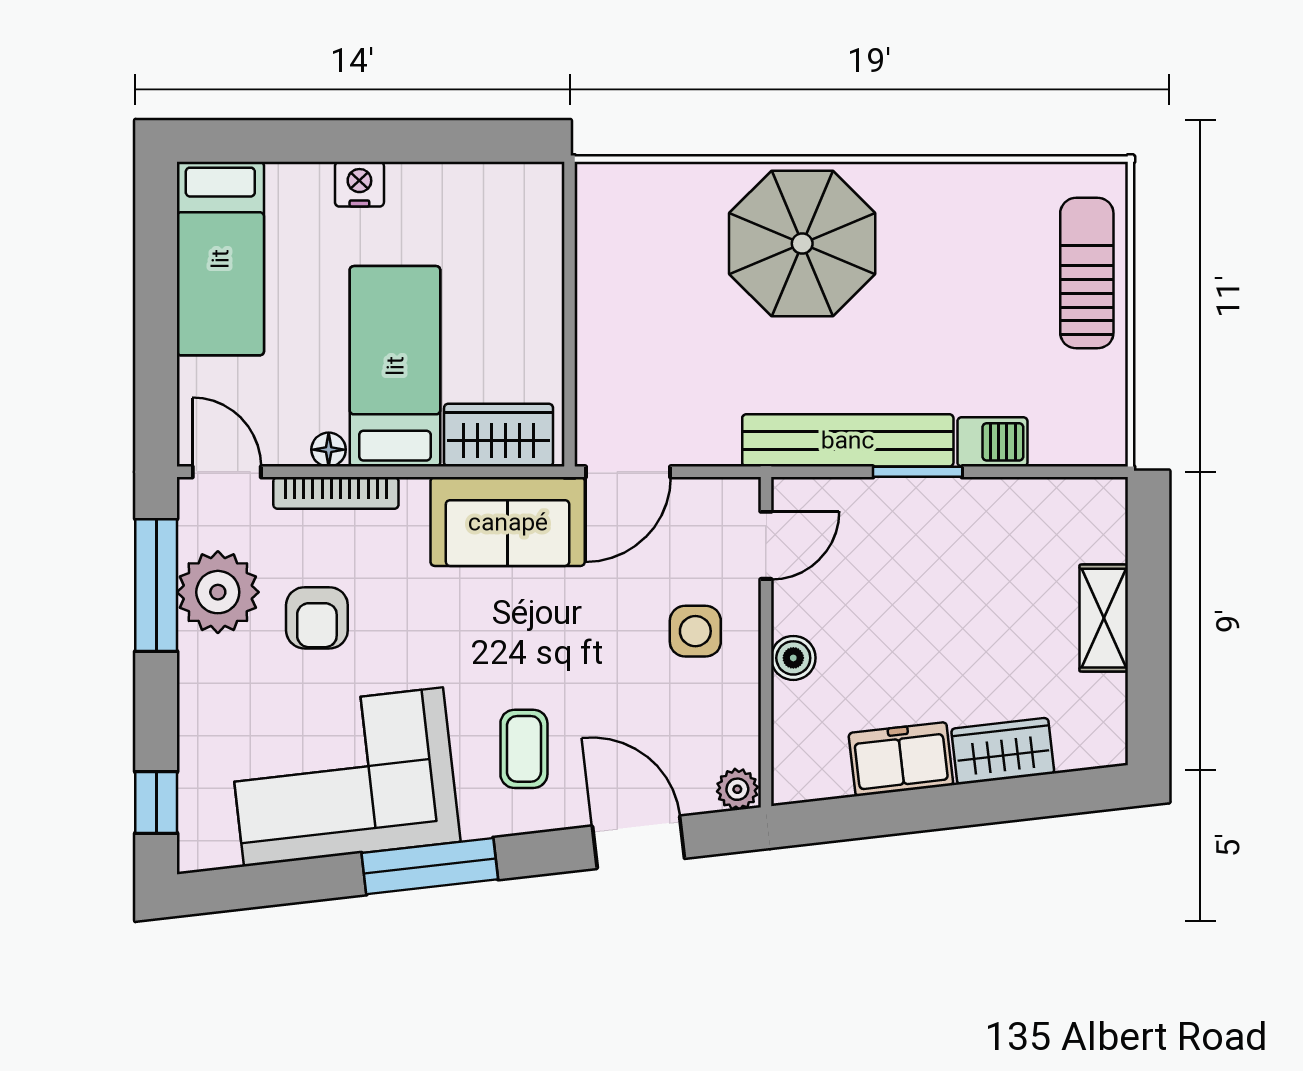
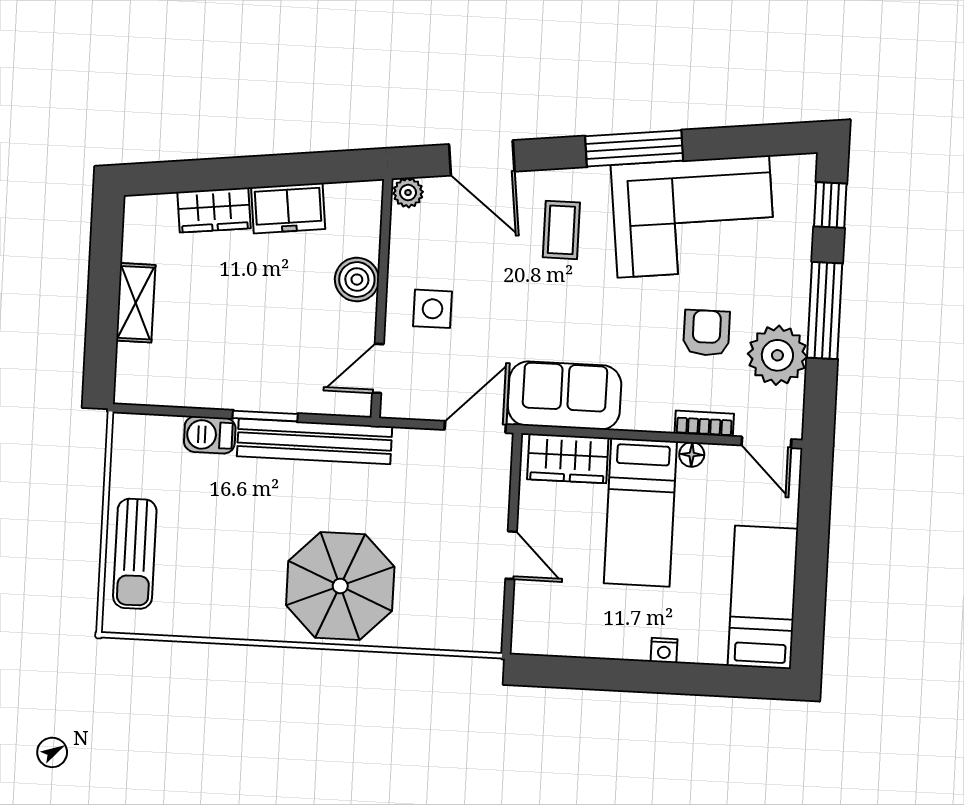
nightstand: (359, 184) -> (664, 650), width x0.72, depth x0.74
door: (570, 298) -> (511, 555), added
bookcase: (336, 493) -> (704, 424), width x0.64
window: (156, 585) -> (825, 311), moved
boiler: (793, 658) -> (357, 280), width x1.36, depth x1.36

